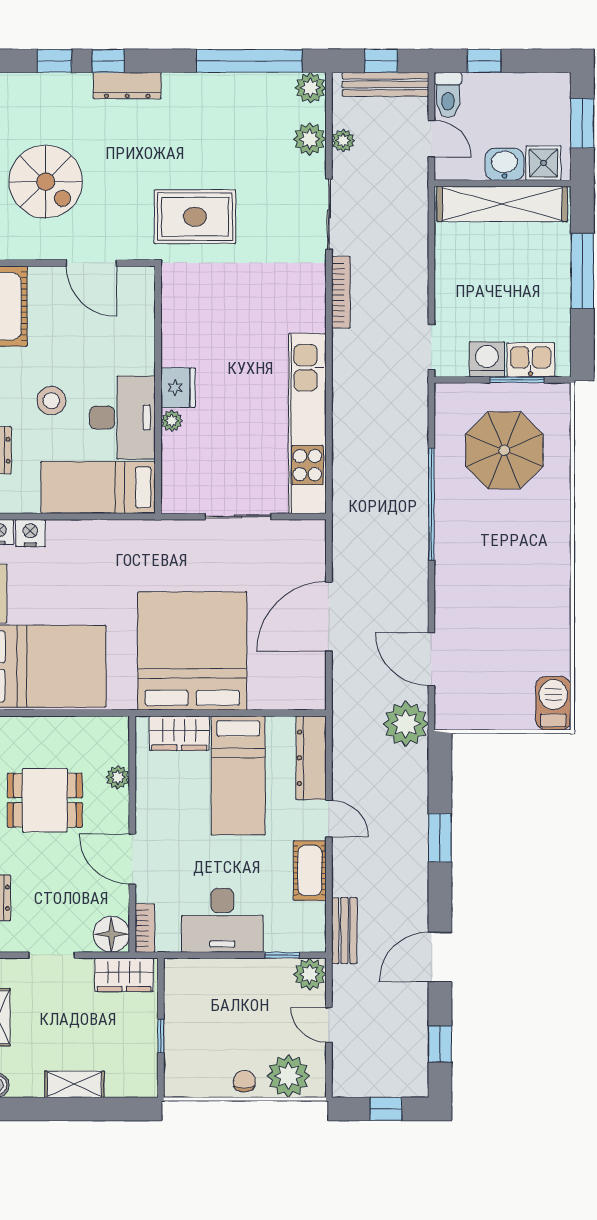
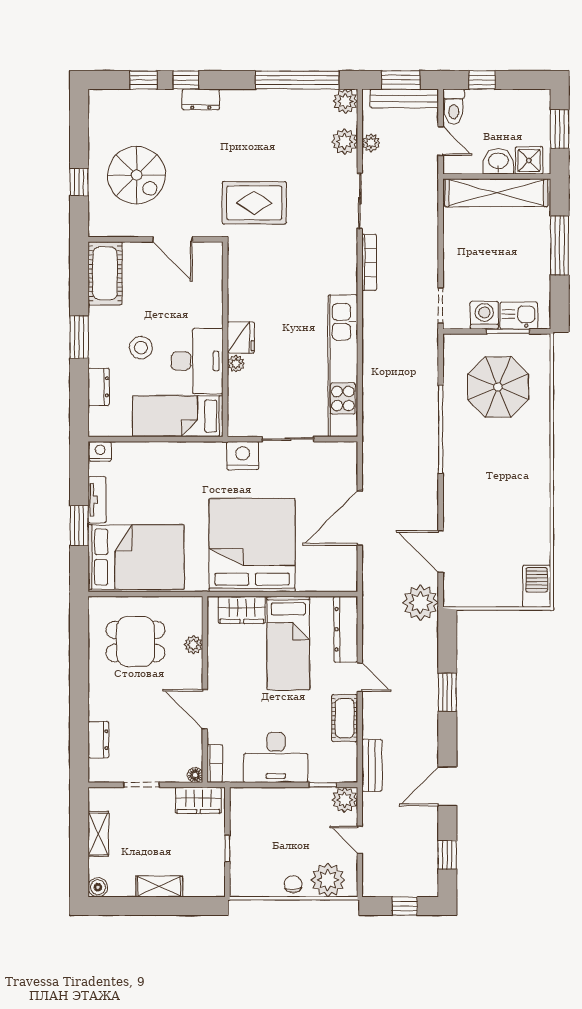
window: (381, 61) -> (401, 80), width x1.50
dresser: (127, 86) -> (201, 99), width x0.70
nightstand: (30, 533) -> (243, 456), moved, width x1.36, depth x1.33
dining table: (45, 800) -> (135, 641), moved
floor lamp: (111, 934) -> (195, 775), width x0.53, depth x0.53

